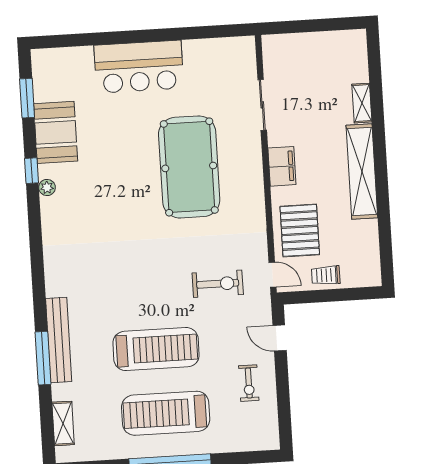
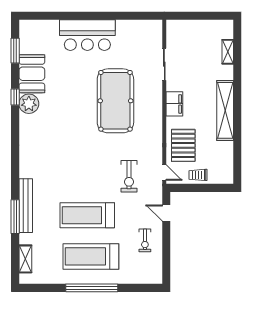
shelving: (362, 103) -> (228, 52), moved
plant: (47, 187) -> (29, 104), width x1.88, depth x1.88
exercise bike: (218, 284) -> (129, 176), turned 90
treadmill: (156, 349) -> (87, 215), turned 180

